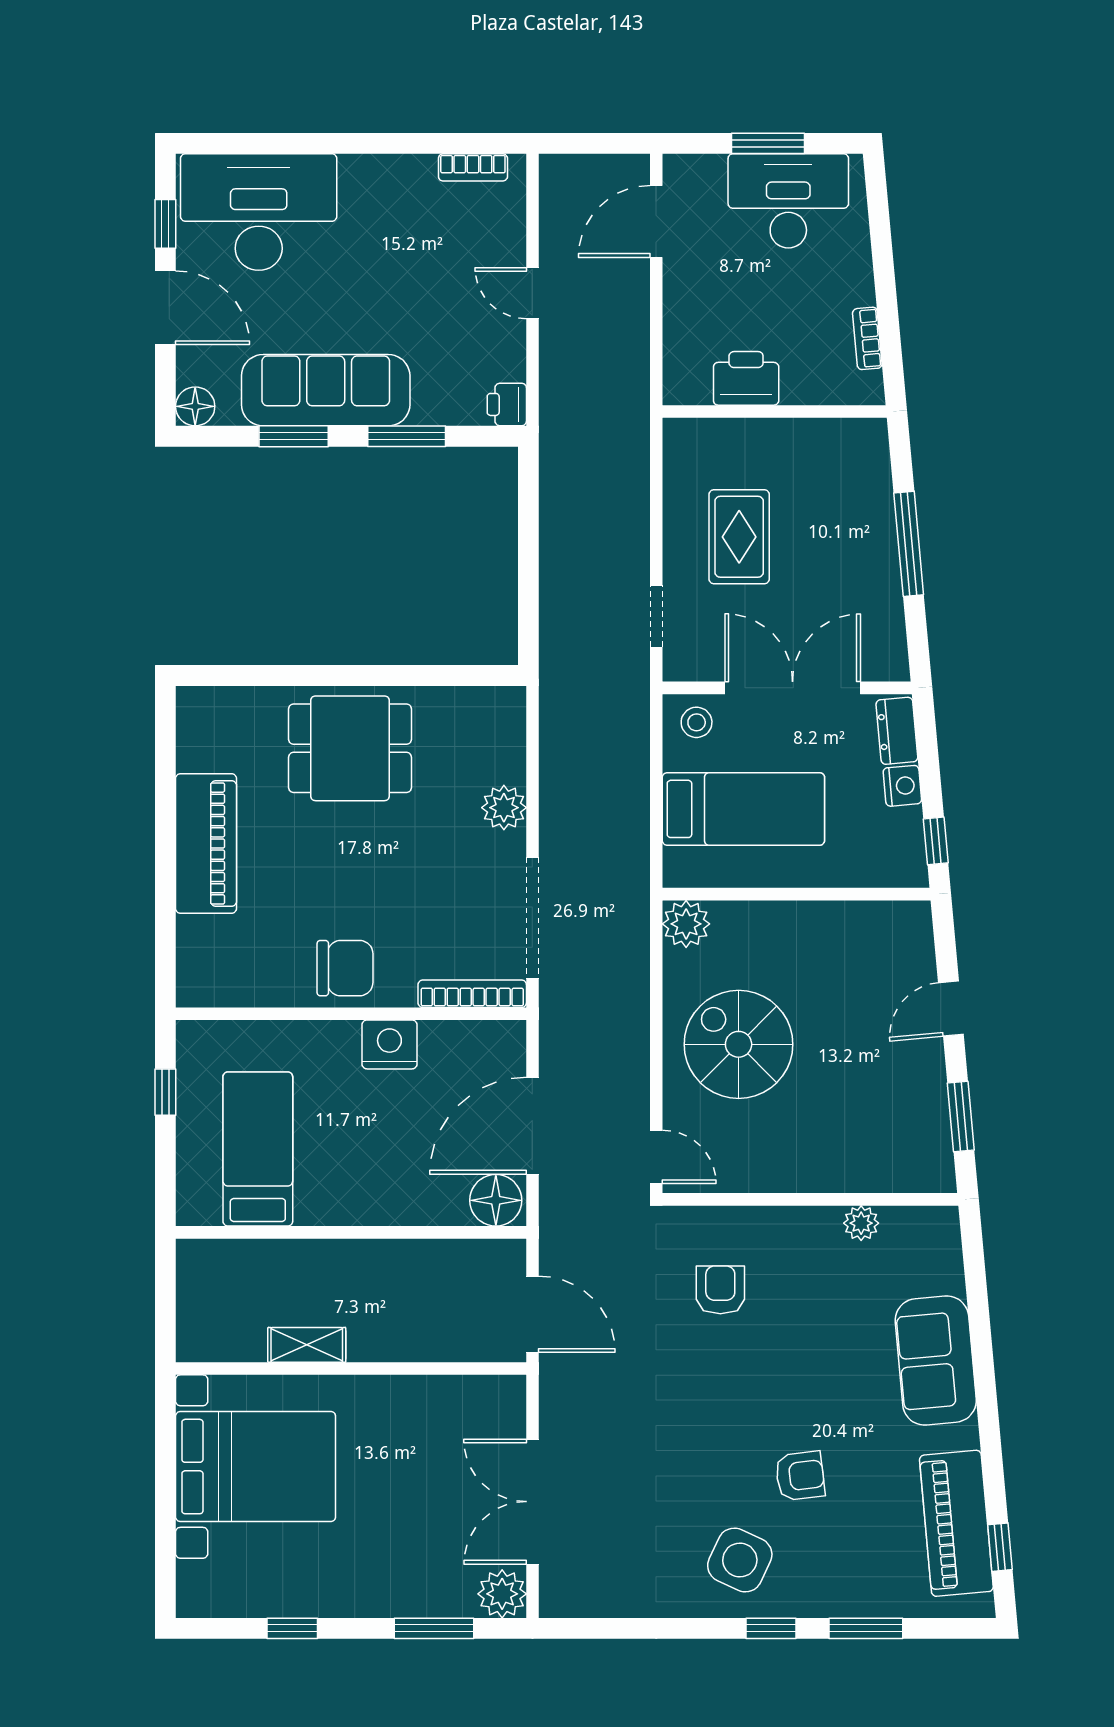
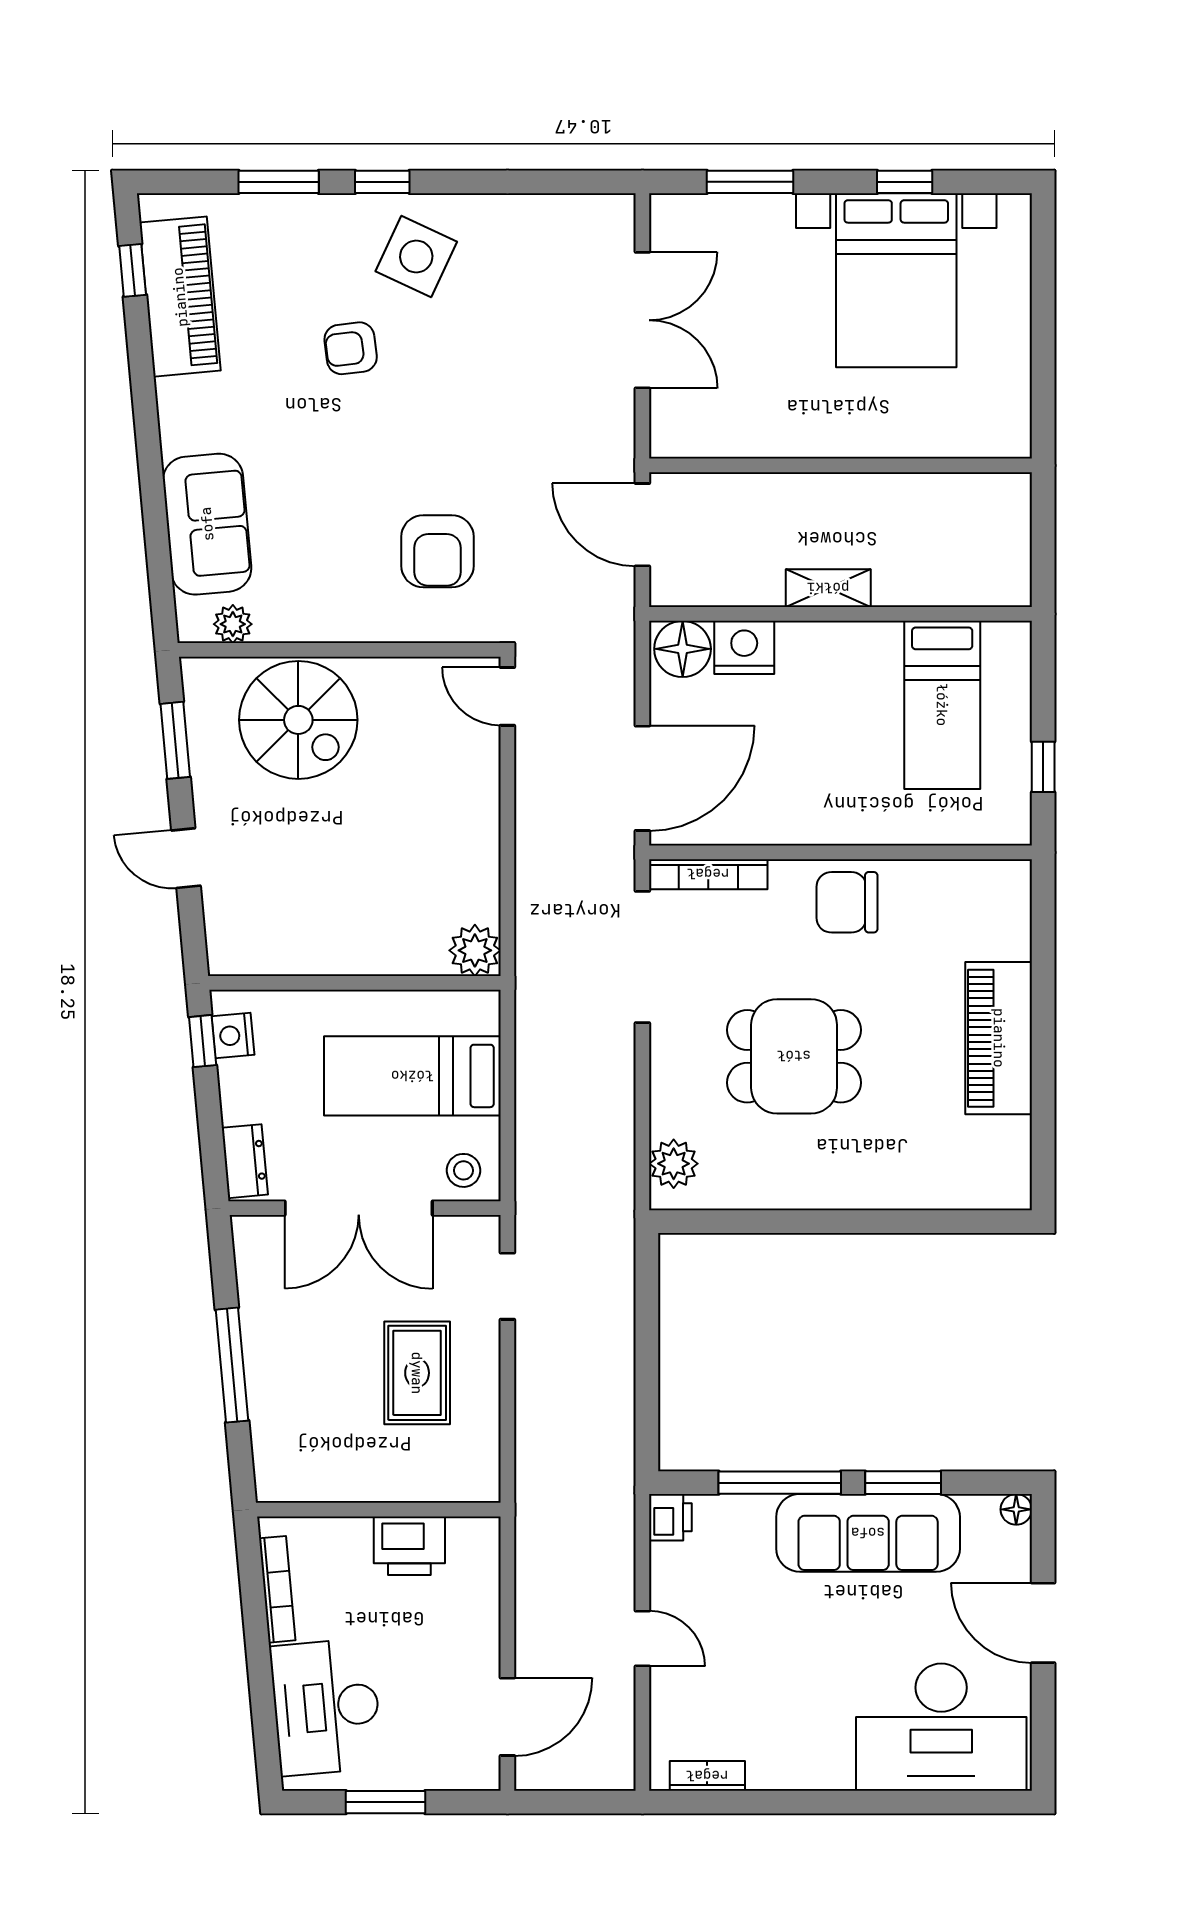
desk: (788, 201) -> (326, 1707), moved, turned 85
window: (165, 224) -> (1043, 1714), removed
bookcase: (867, 338) -> (277, 1589), width x1.56
floor lamp: (195, 406) -> (1016, 1509), width x0.73, depth x0.73
window: (407, 436) -> (780, 1483), width x1.44
dining table: (350, 748) -> (794, 1056), moved
nightstand: (902, 786) -> (233, 1035), moved
plant: (504, 808) -> (674, 1164), moved
door: (951, 1009) -> (186, 858), swing flipped
nightstand: (389, 1044) -> (744, 647), moved, turned 180
spiral stairs: (739, 1044) -> (298, 720), moved
door: (532, 1126) -> (642, 778), moved
plant: (861, 1223) -> (233, 624), moved
armchair: (720, 1290) -> (437, 551), width x1.38, depth x1.38
shelving: (307, 1345) -> (828, 588), moved
sofa: (936, 1360) -> (207, 524), moved
bed with nightstands: (256, 1467) -> (896, 280), moved, turned -90
plant: (502, 1594) -> (676, 220), removed

